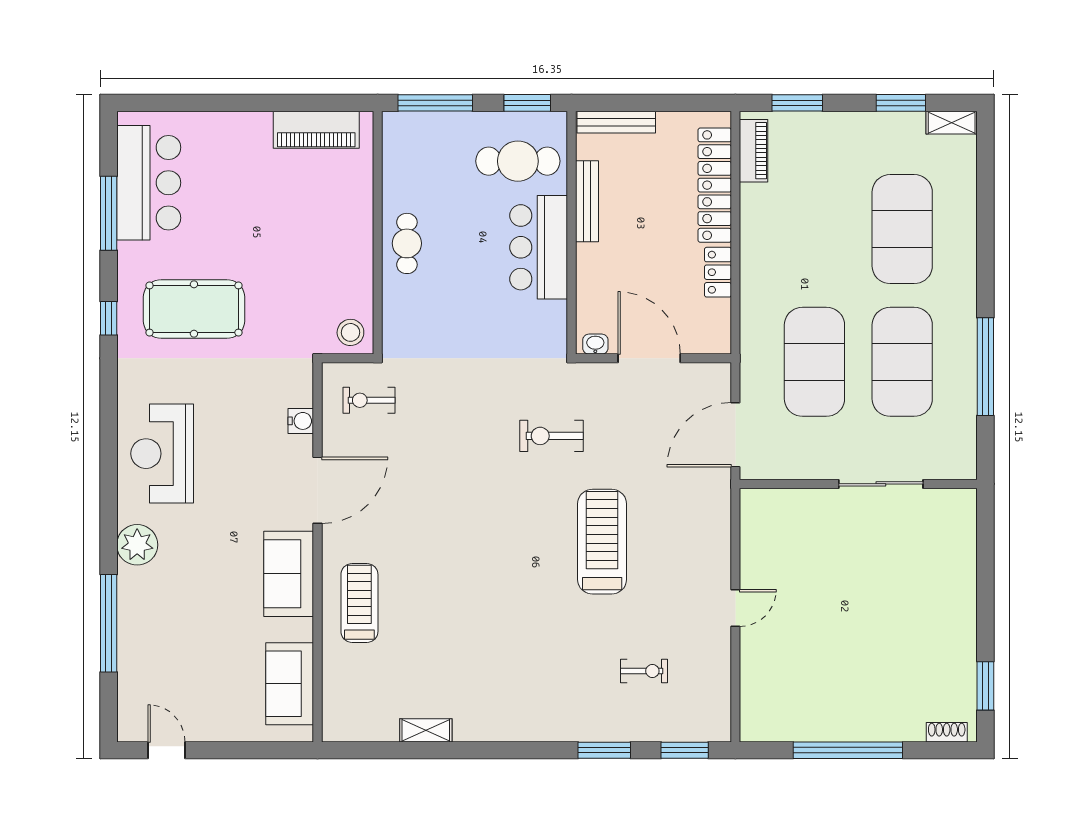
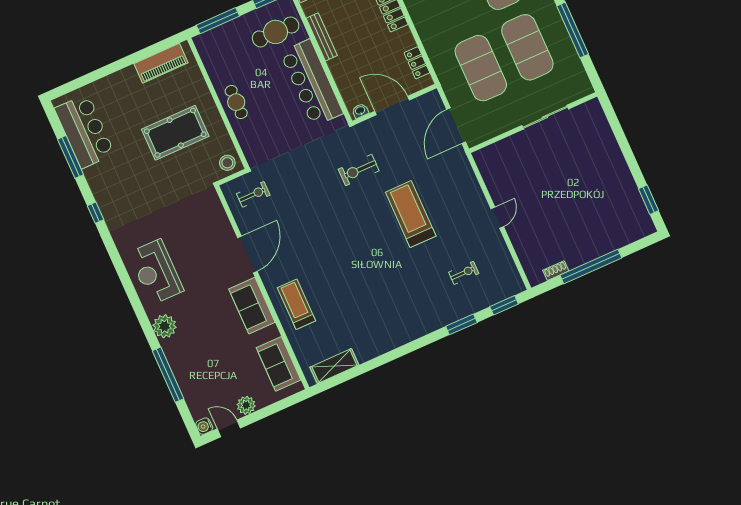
bar counter: (539, 247) -> (312, 83), width x1.36
locker: (718, 272) -> (417, 63), moved
pool table: (194, 309) -> (175, 133), moved
exercise bike: (369, 400) -> (253, 194), turned 180
water cooler: (301, 421) -> (204, 426), moved, turned 180
plant: (210, 726) -> (246, 405), added
shelving: (426, 730) -> (334, 366), moved, width x1.50, depth x1.33
shoe rack: (947, 732) -> (556, 271), moved

